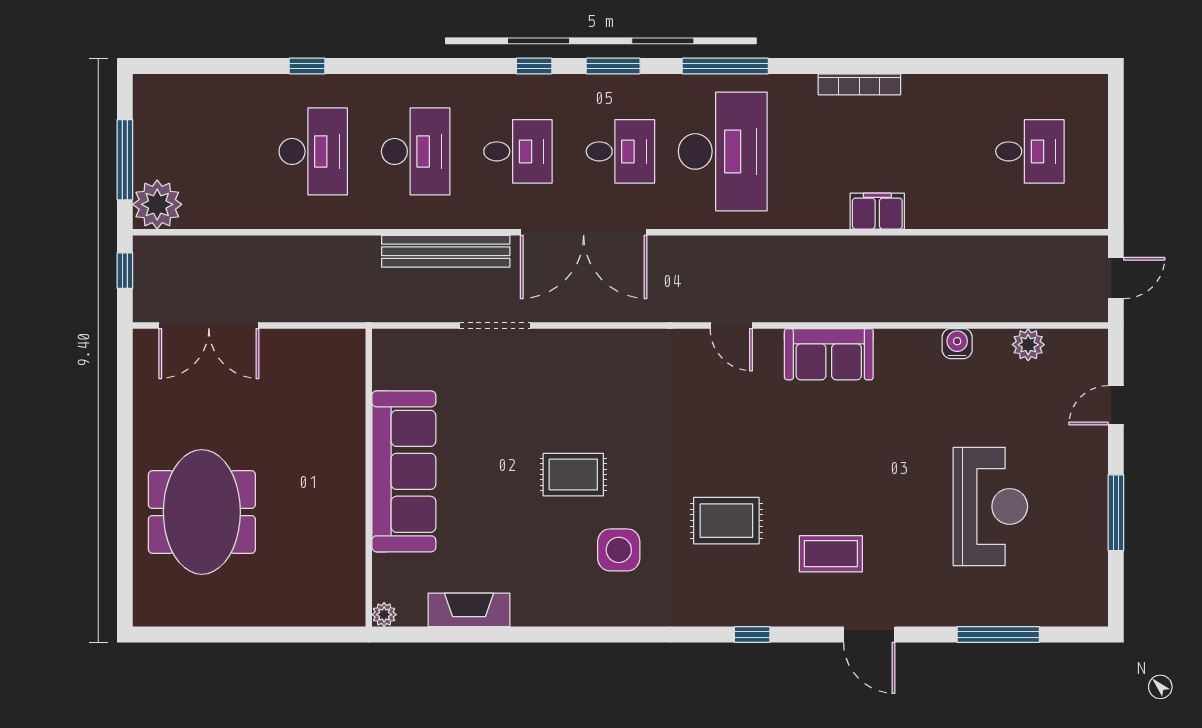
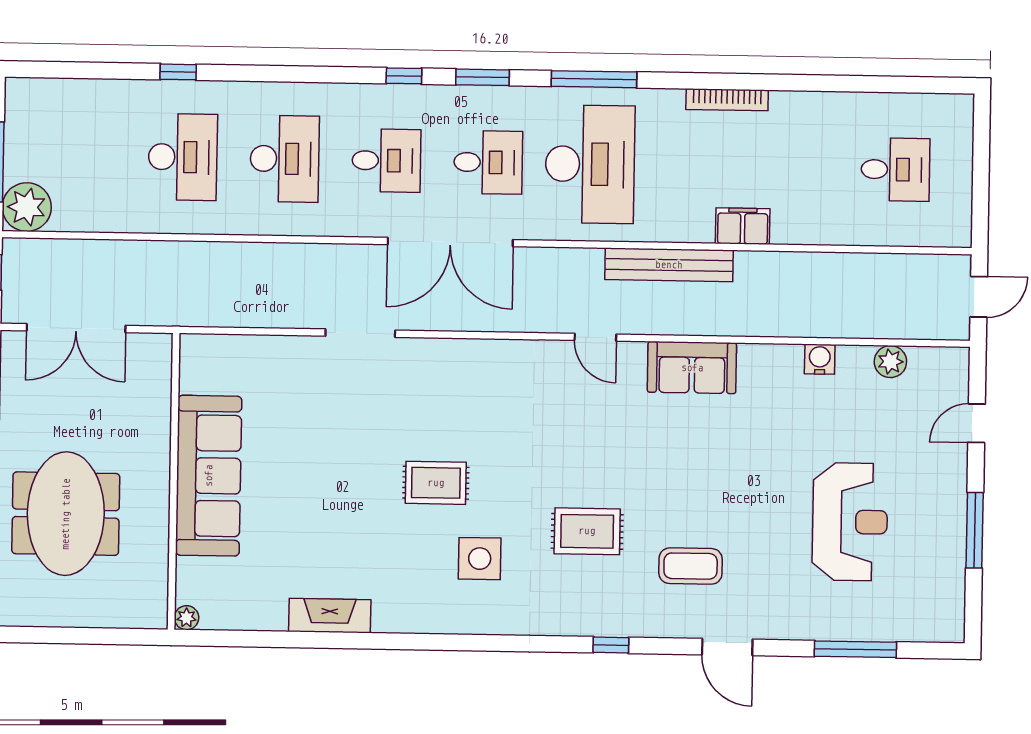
bench: (446, 251) -> (669, 265), moved
sofa: (404, 471) -> (209, 476), moved
wall: (369, 478) -> (174, 481), moved
plant: (384, 615) -> (186, 618), moved

